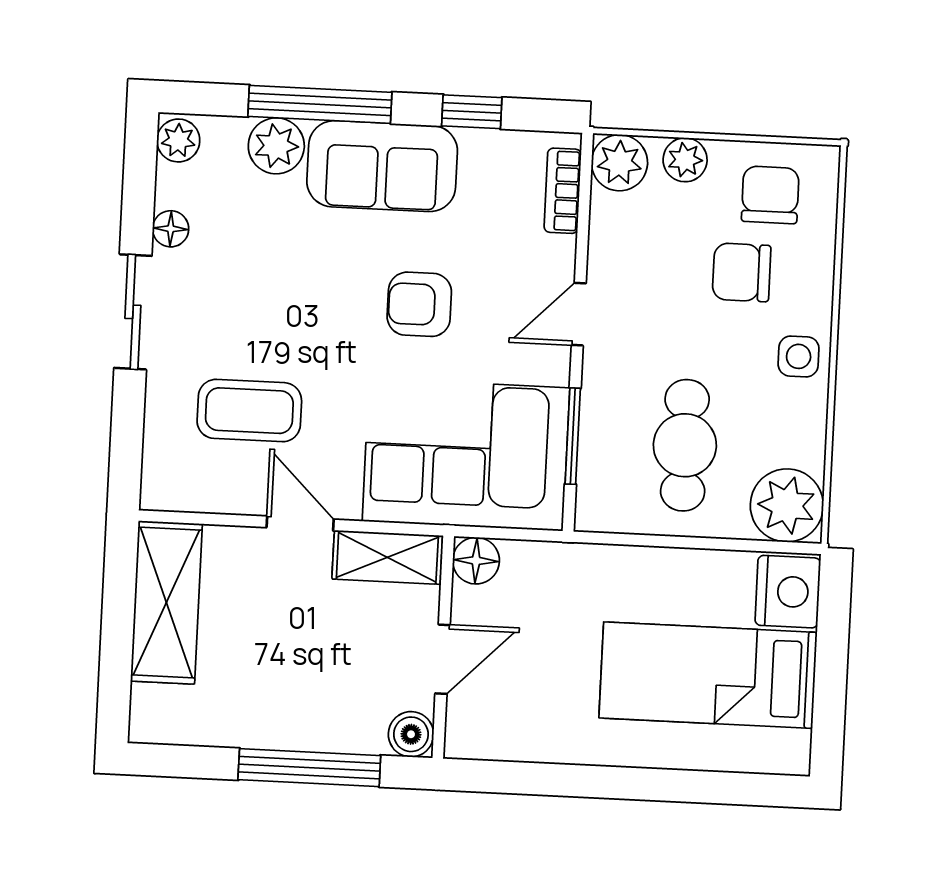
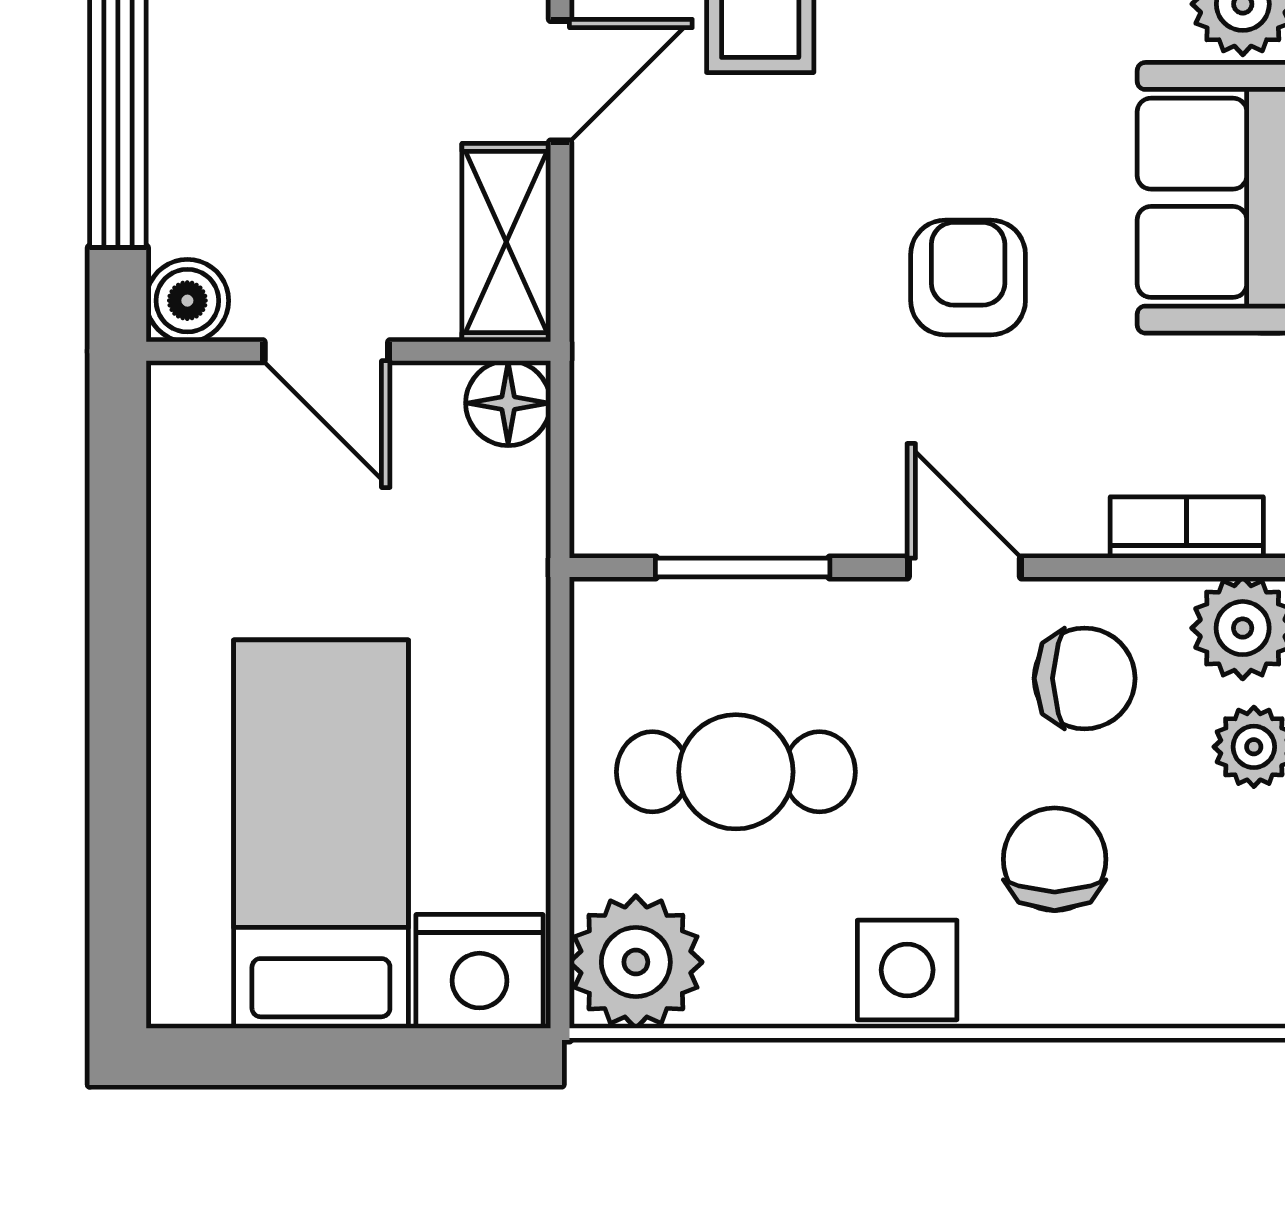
chair: (770, 195) -> (1085, 678), moved
side table: (799, 356) -> (907, 970), width x1.37, depth x1.37
corner sofa: (466, 455) -> (700, 376), removed

